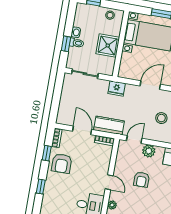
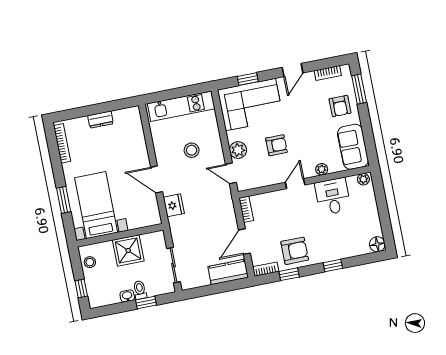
fridge: (117, 88) -> (174, 205), moved
kitchen counter: (109, 125) -> (228, 272), moved, turned 90

